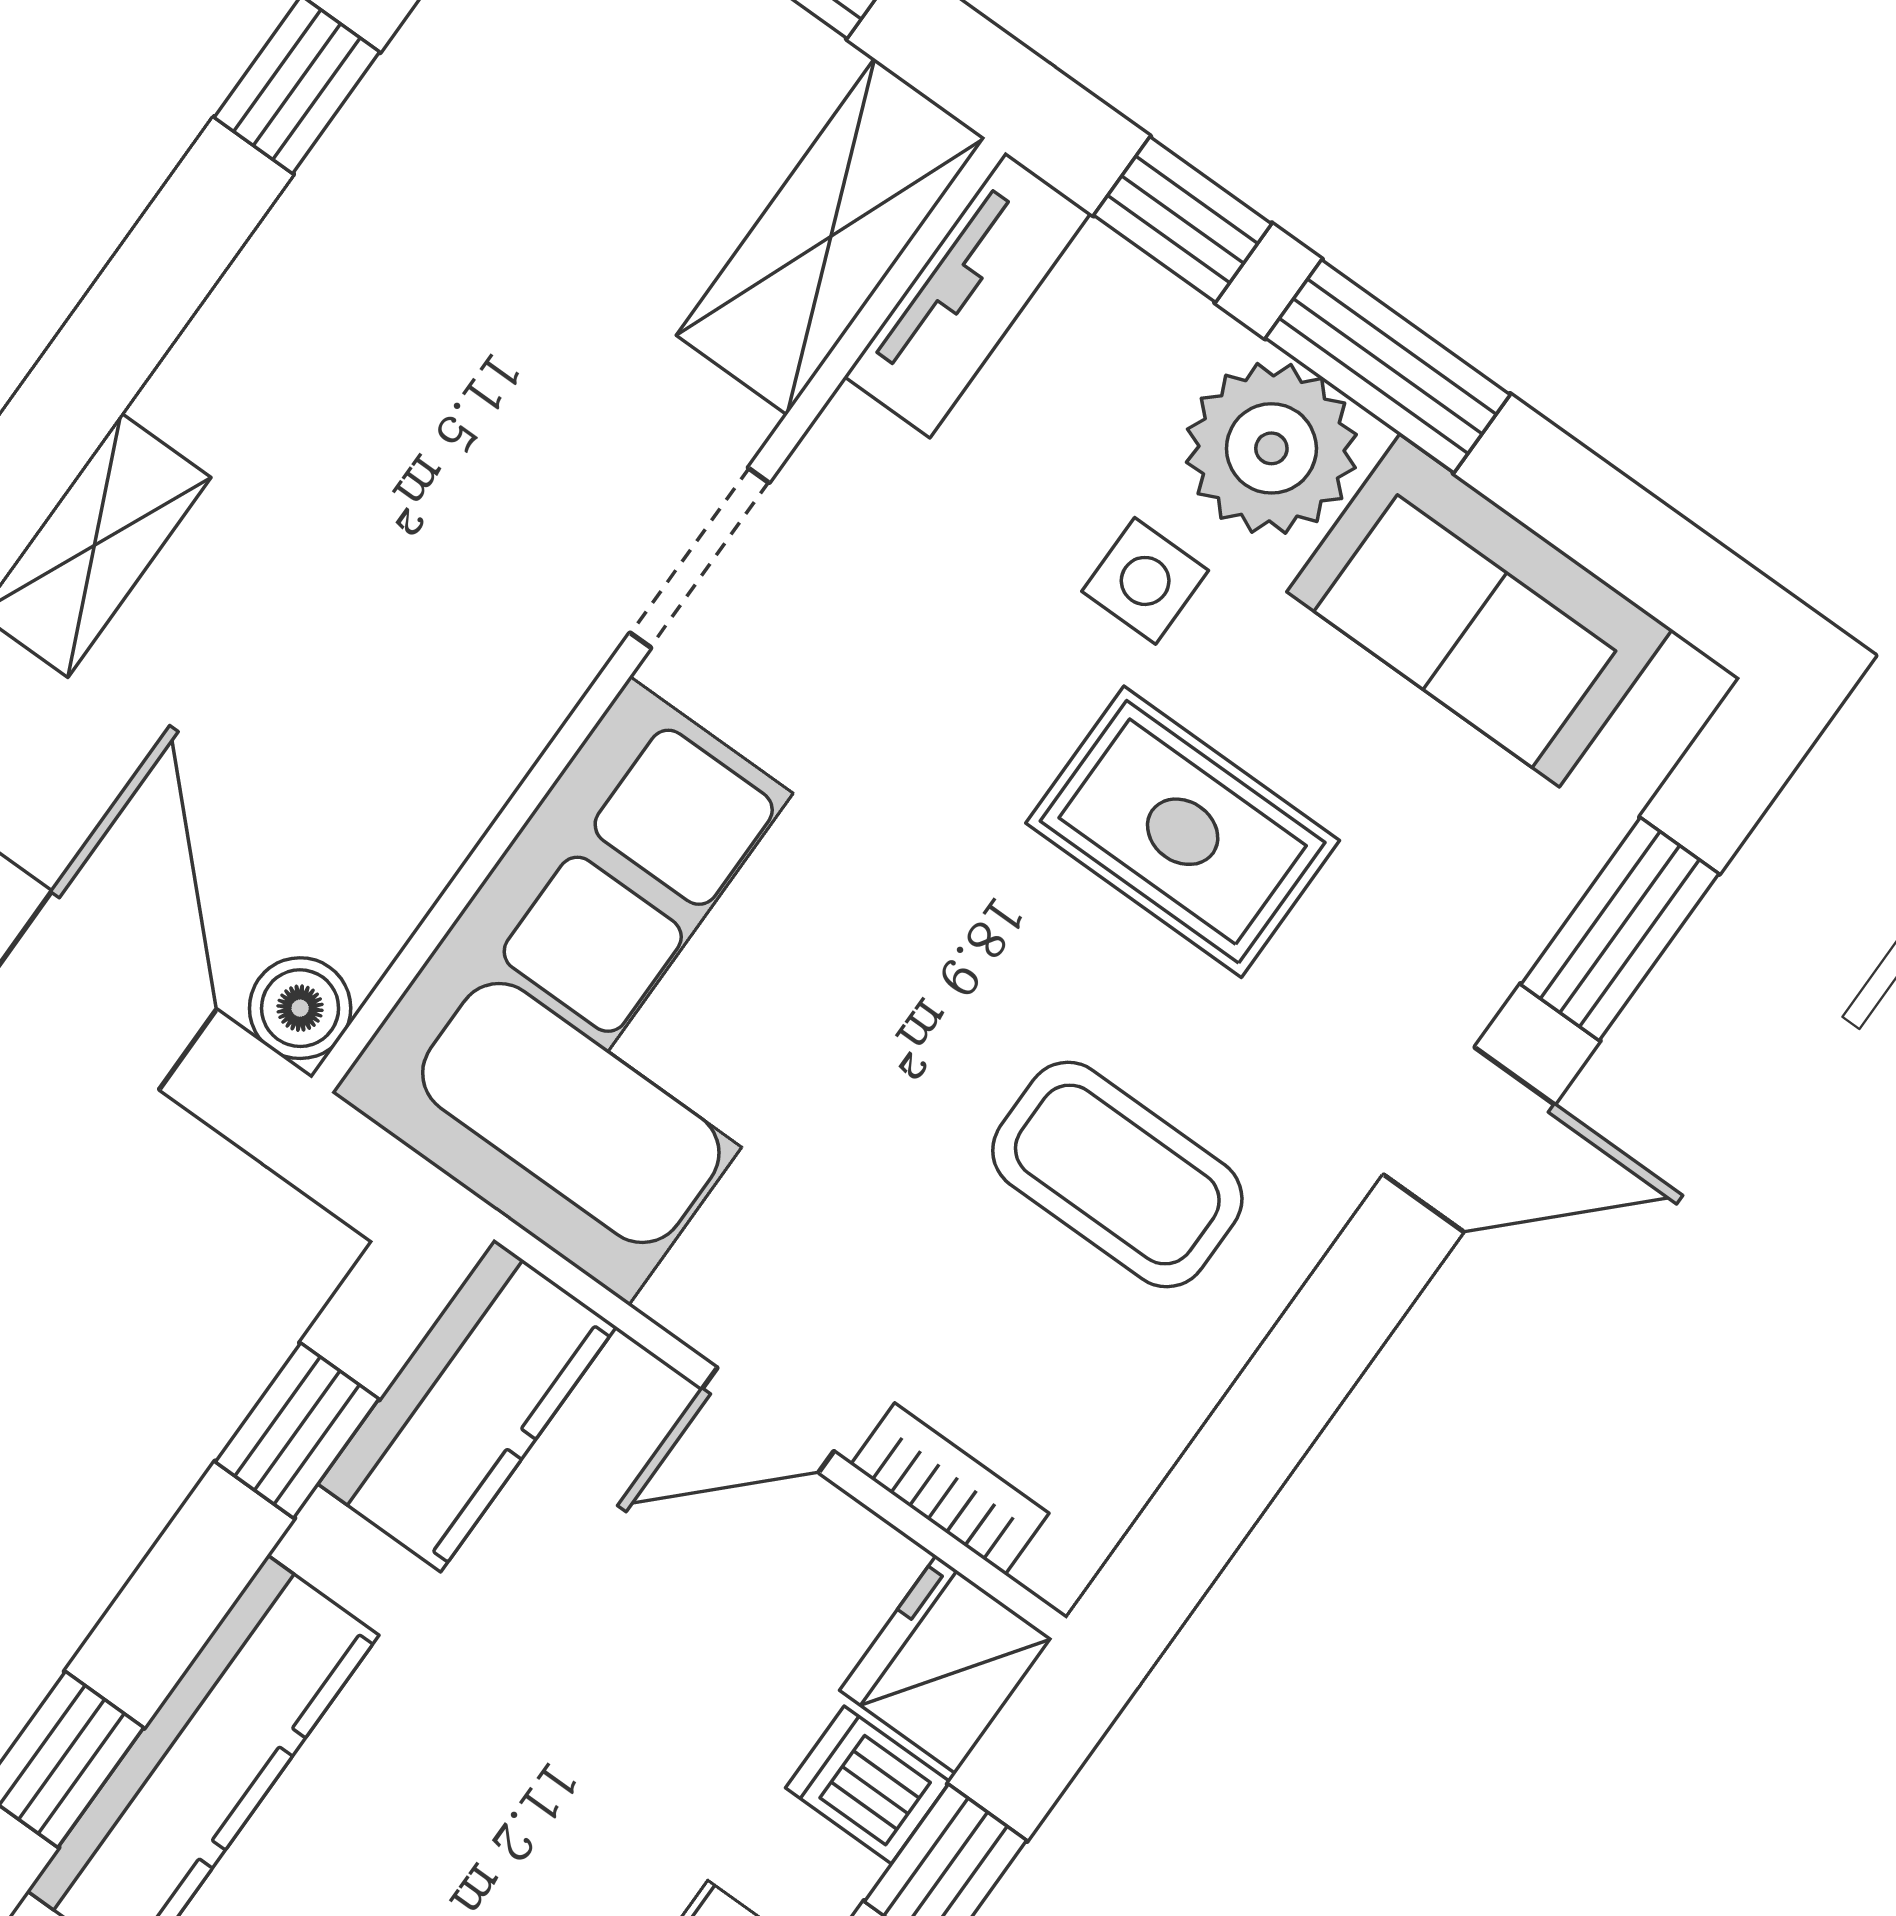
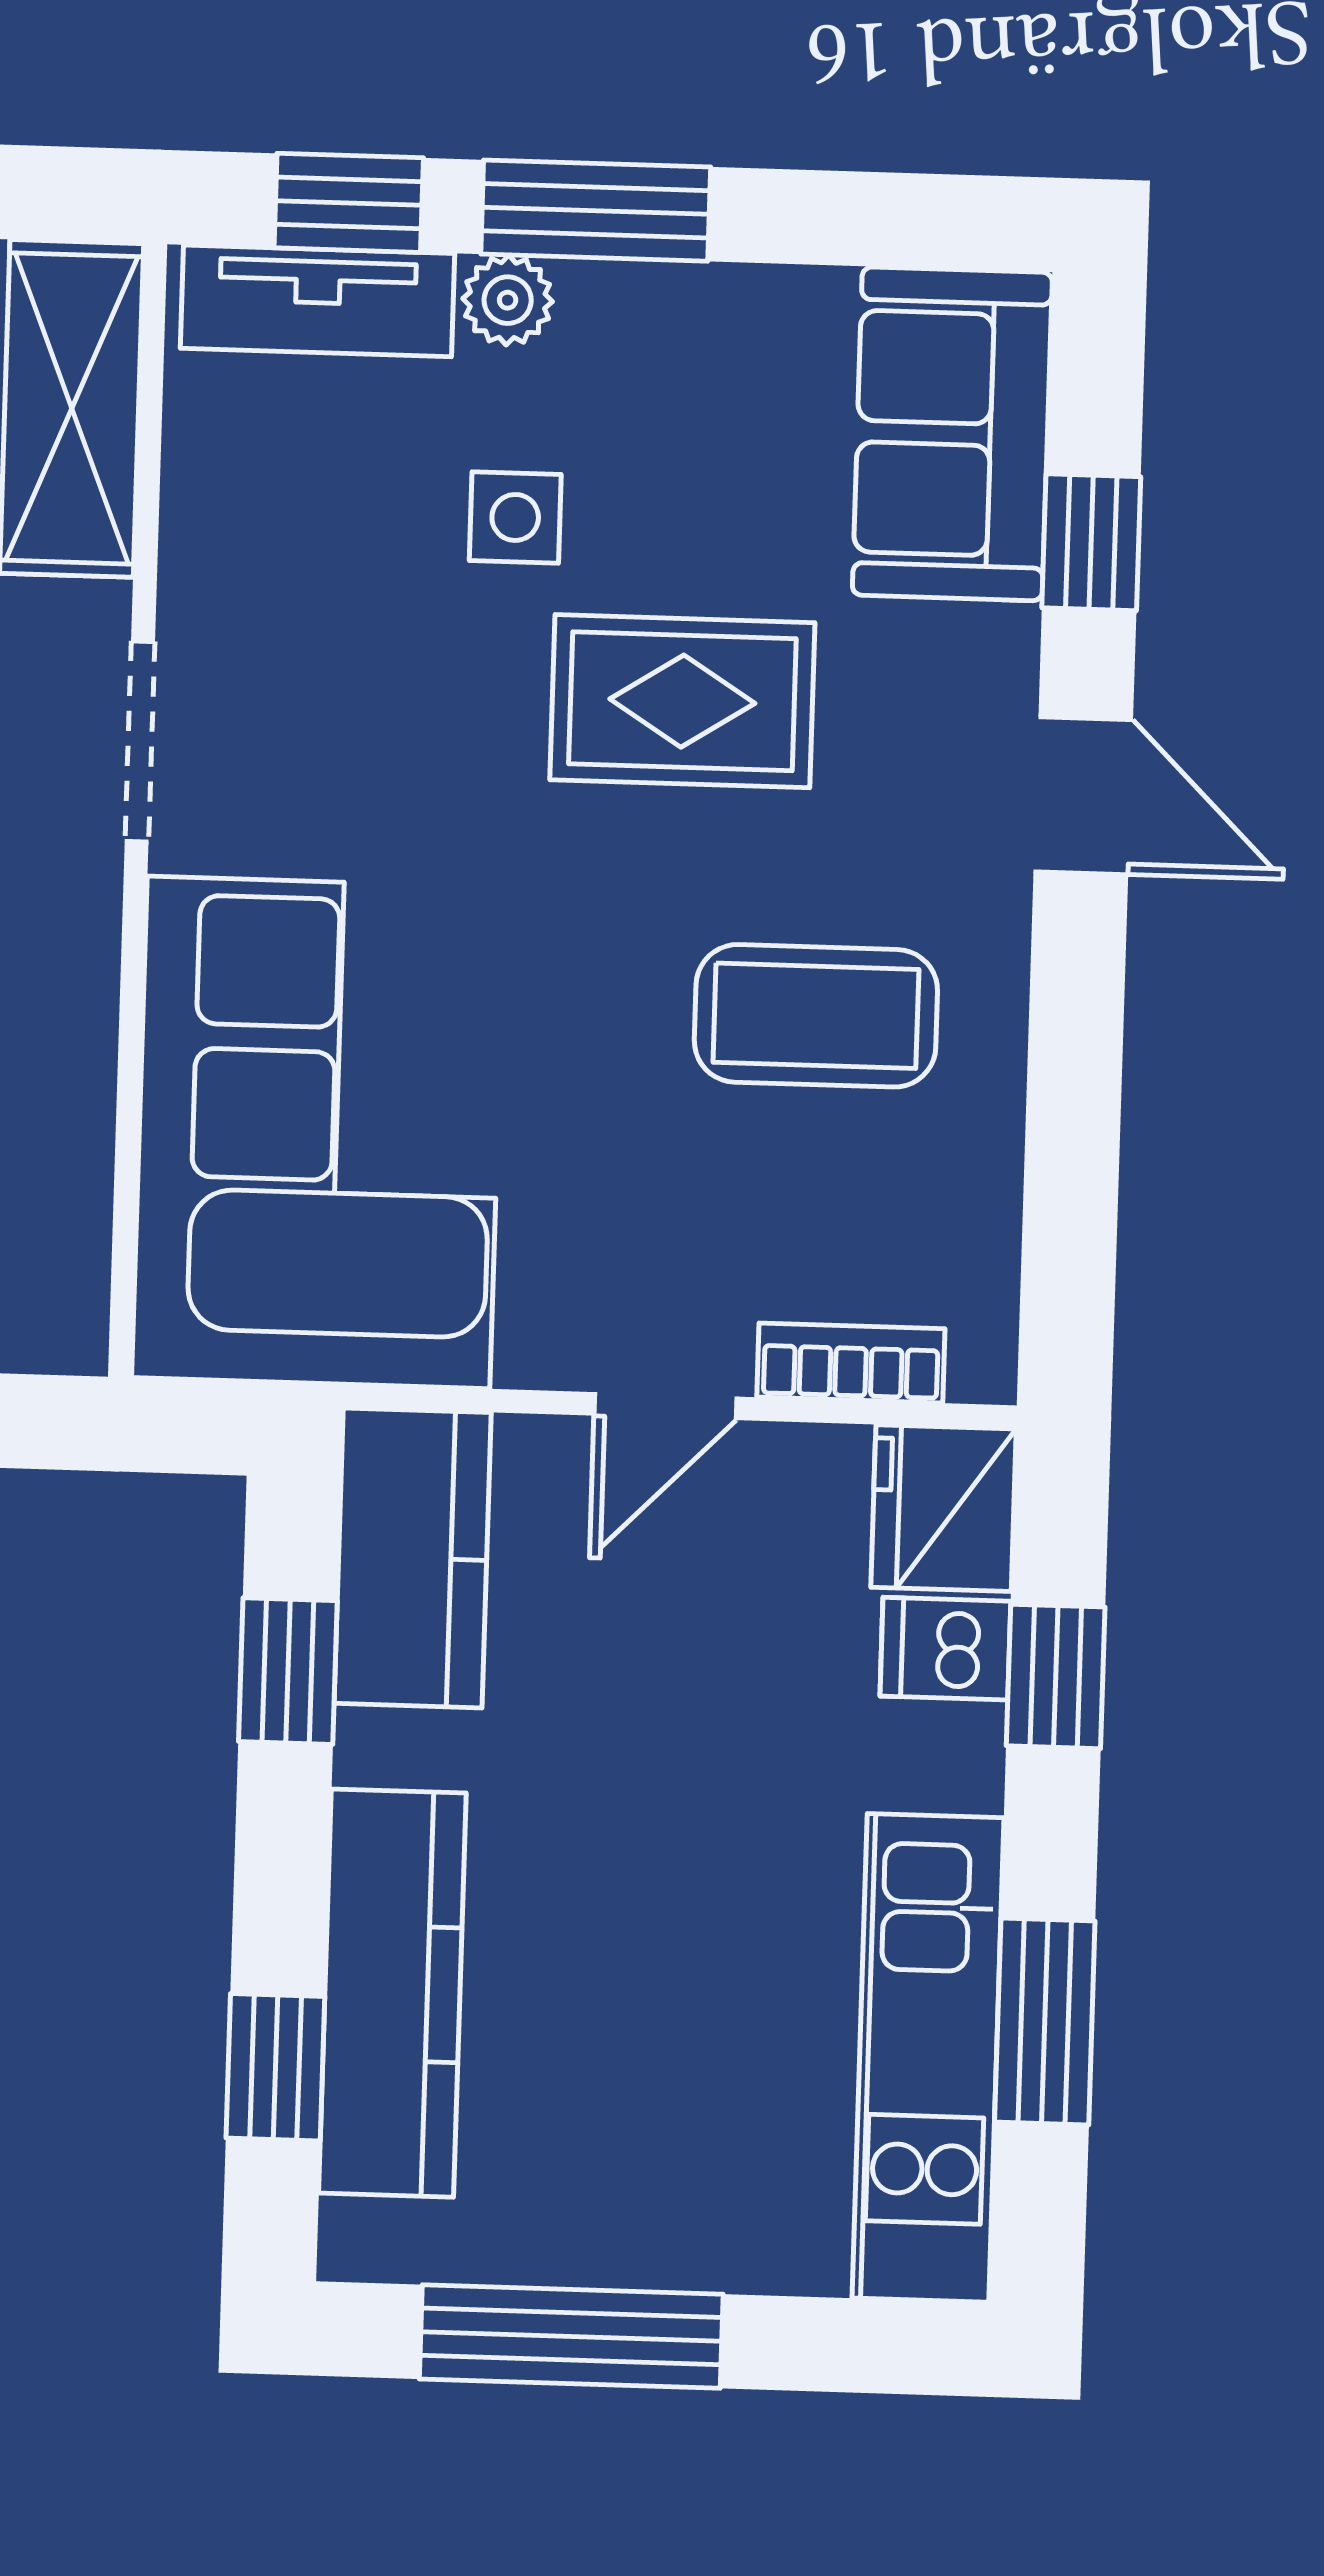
tv unit: (968, 295) -> (317, 301), moved, turned 90
plant: (1271, 448) -> (508, 300), width x0.53, depth x0.53
sofa: (1480, 611) -> (952, 434), moved, turned 90
window: (1620, 929) -> (1091, 542), width x0.67
boiler: (300, 1008) -> (60, 1326), removed
door: (1469, 1140) -> (1083, 796), hinge flipped

